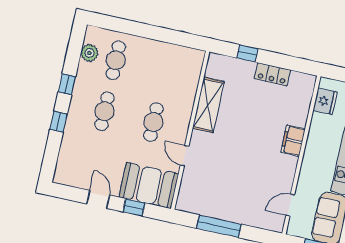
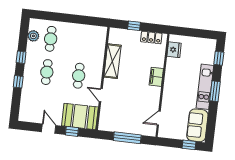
fridge: (325, 101) -> (174, 50), moved
filing cabinet: (293, 141) -> (156, 77), moved
wall: (301, 155) -> (162, 85), moved
door: (290, 205) -> (159, 118), moved

